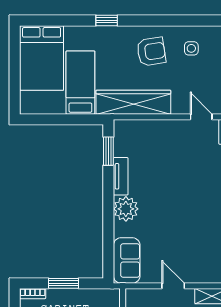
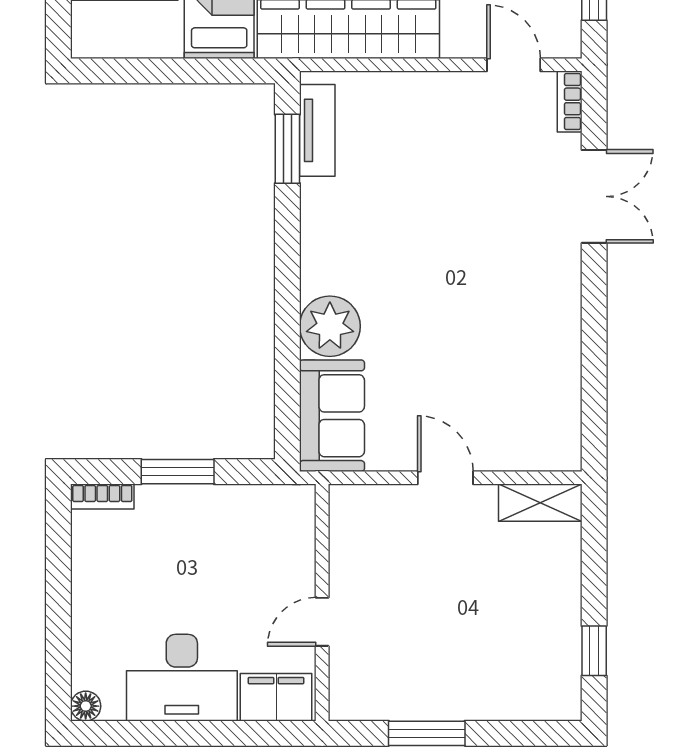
tv unit: (121, 176) -> (317, 130), moved
plant: (126, 209) -> (330, 326), moved

